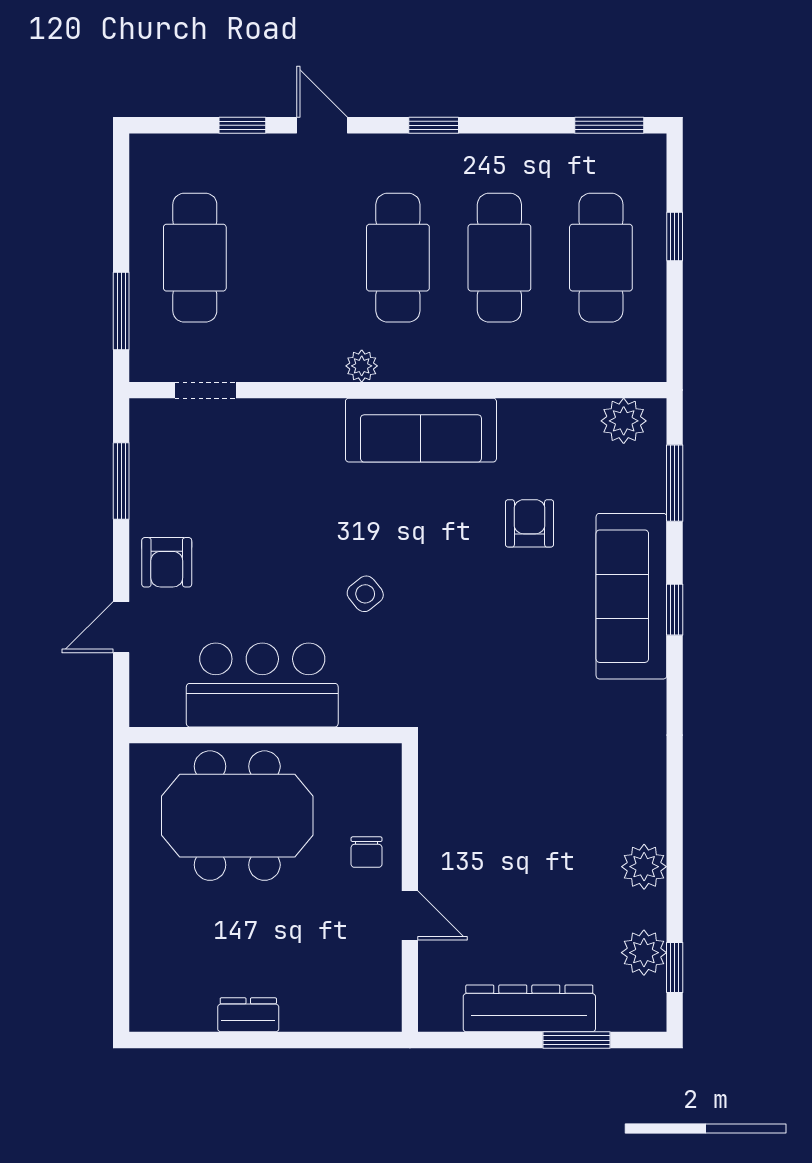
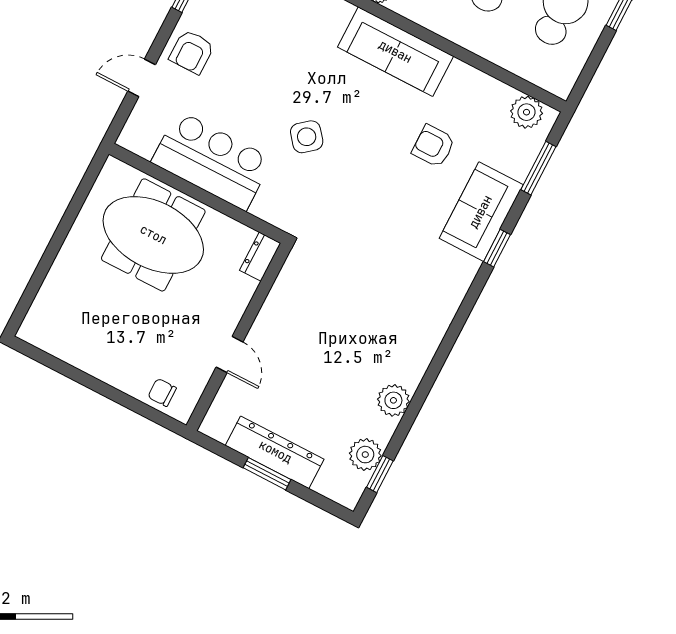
armchair: (530, 523) -> (433, 146), turned -90
side table: (365, 594) -> (307, 137), width x1.37, depth x1.37
sofa: (631, 596) -> (481, 212), width x0.73
chair: (367, 852) -> (162, 392), moved, turned 90
dresser: (248, 1015) -> (260, 257), moved, turned -90
window: (577, 1040) -> (267, 474), moved

